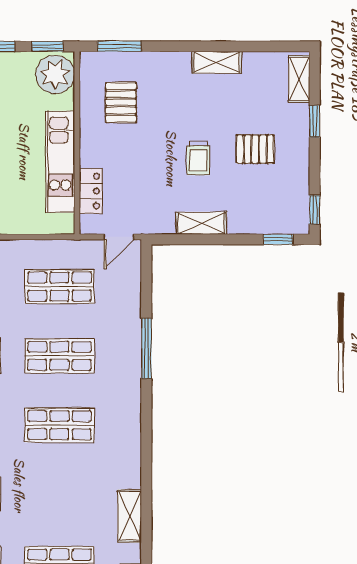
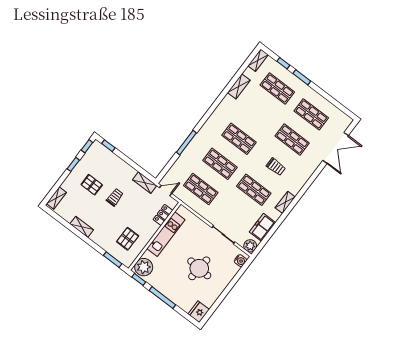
window: (315, 121) -> (73, 164), moved
shelving: (201, 223) -> (145, 183), moved

